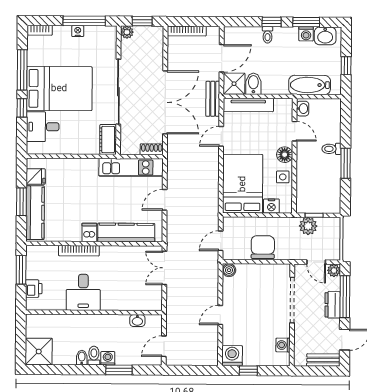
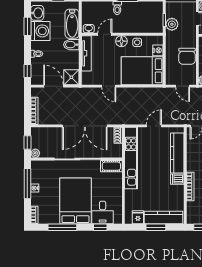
window: (272, 22) -> (27, 71), moved
washing machine: (306, 34) -> (40, 31), width x1.89, depth x1.89
bidet: (253, 84) -> (71, 45), moved
bench: (213, 99) -> (82, 92), removed
double door: (165, 102) -> (85, 126), swing flipped
tv unit: (248, 105) -> (86, 53), moved
window: (22, 108) -> (100, 227), moved
kitchen unit: (131, 167) -> (131, 158), width x1.36
door: (165, 200) -> (154, 126), swing flipped
chair: (263, 247) -> (187, 56), turned -90

